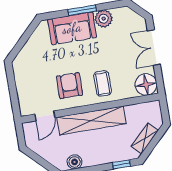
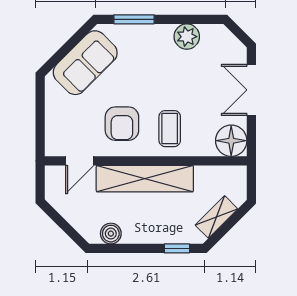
window: (82, 10) -> (134, 19), moved
sofa: (72, 28) -> (85, 63), moved, turned -45
armchair: (69, 86) -> (122, 124), turned 180

